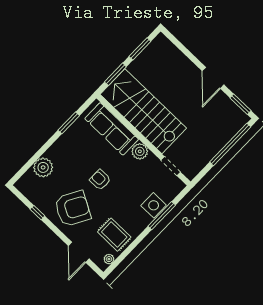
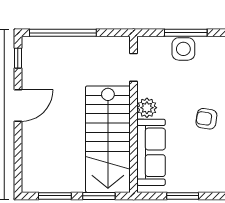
window: (241, 104) -> (18, 58), width x0.67
armchair: (100, 180) -> (206, 119), turned 99

